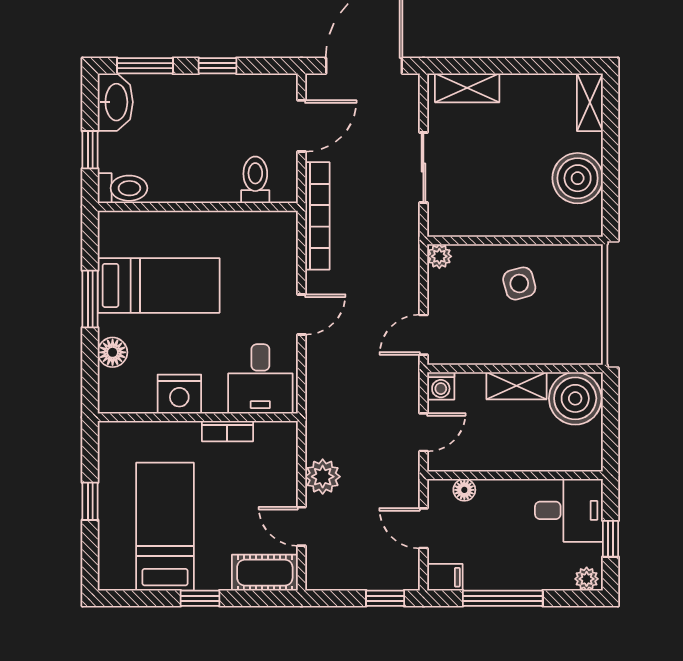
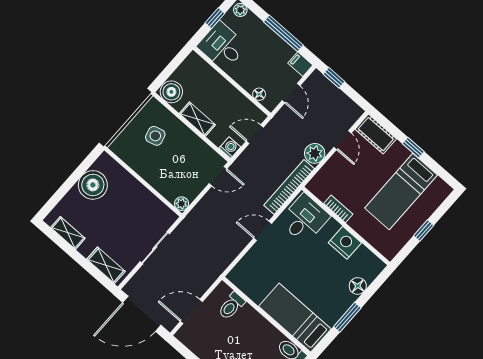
shelving: (590, 102) -> (68, 233), moved, turned 90
bookcase: (317, 216) -> (289, 187), moved
side table: (519, 283) -> (155, 136), moved
bed: (159, 285) -> (295, 318), moved
boiler: (575, 398) -> (171, 92), width x0.73, depth x0.73

